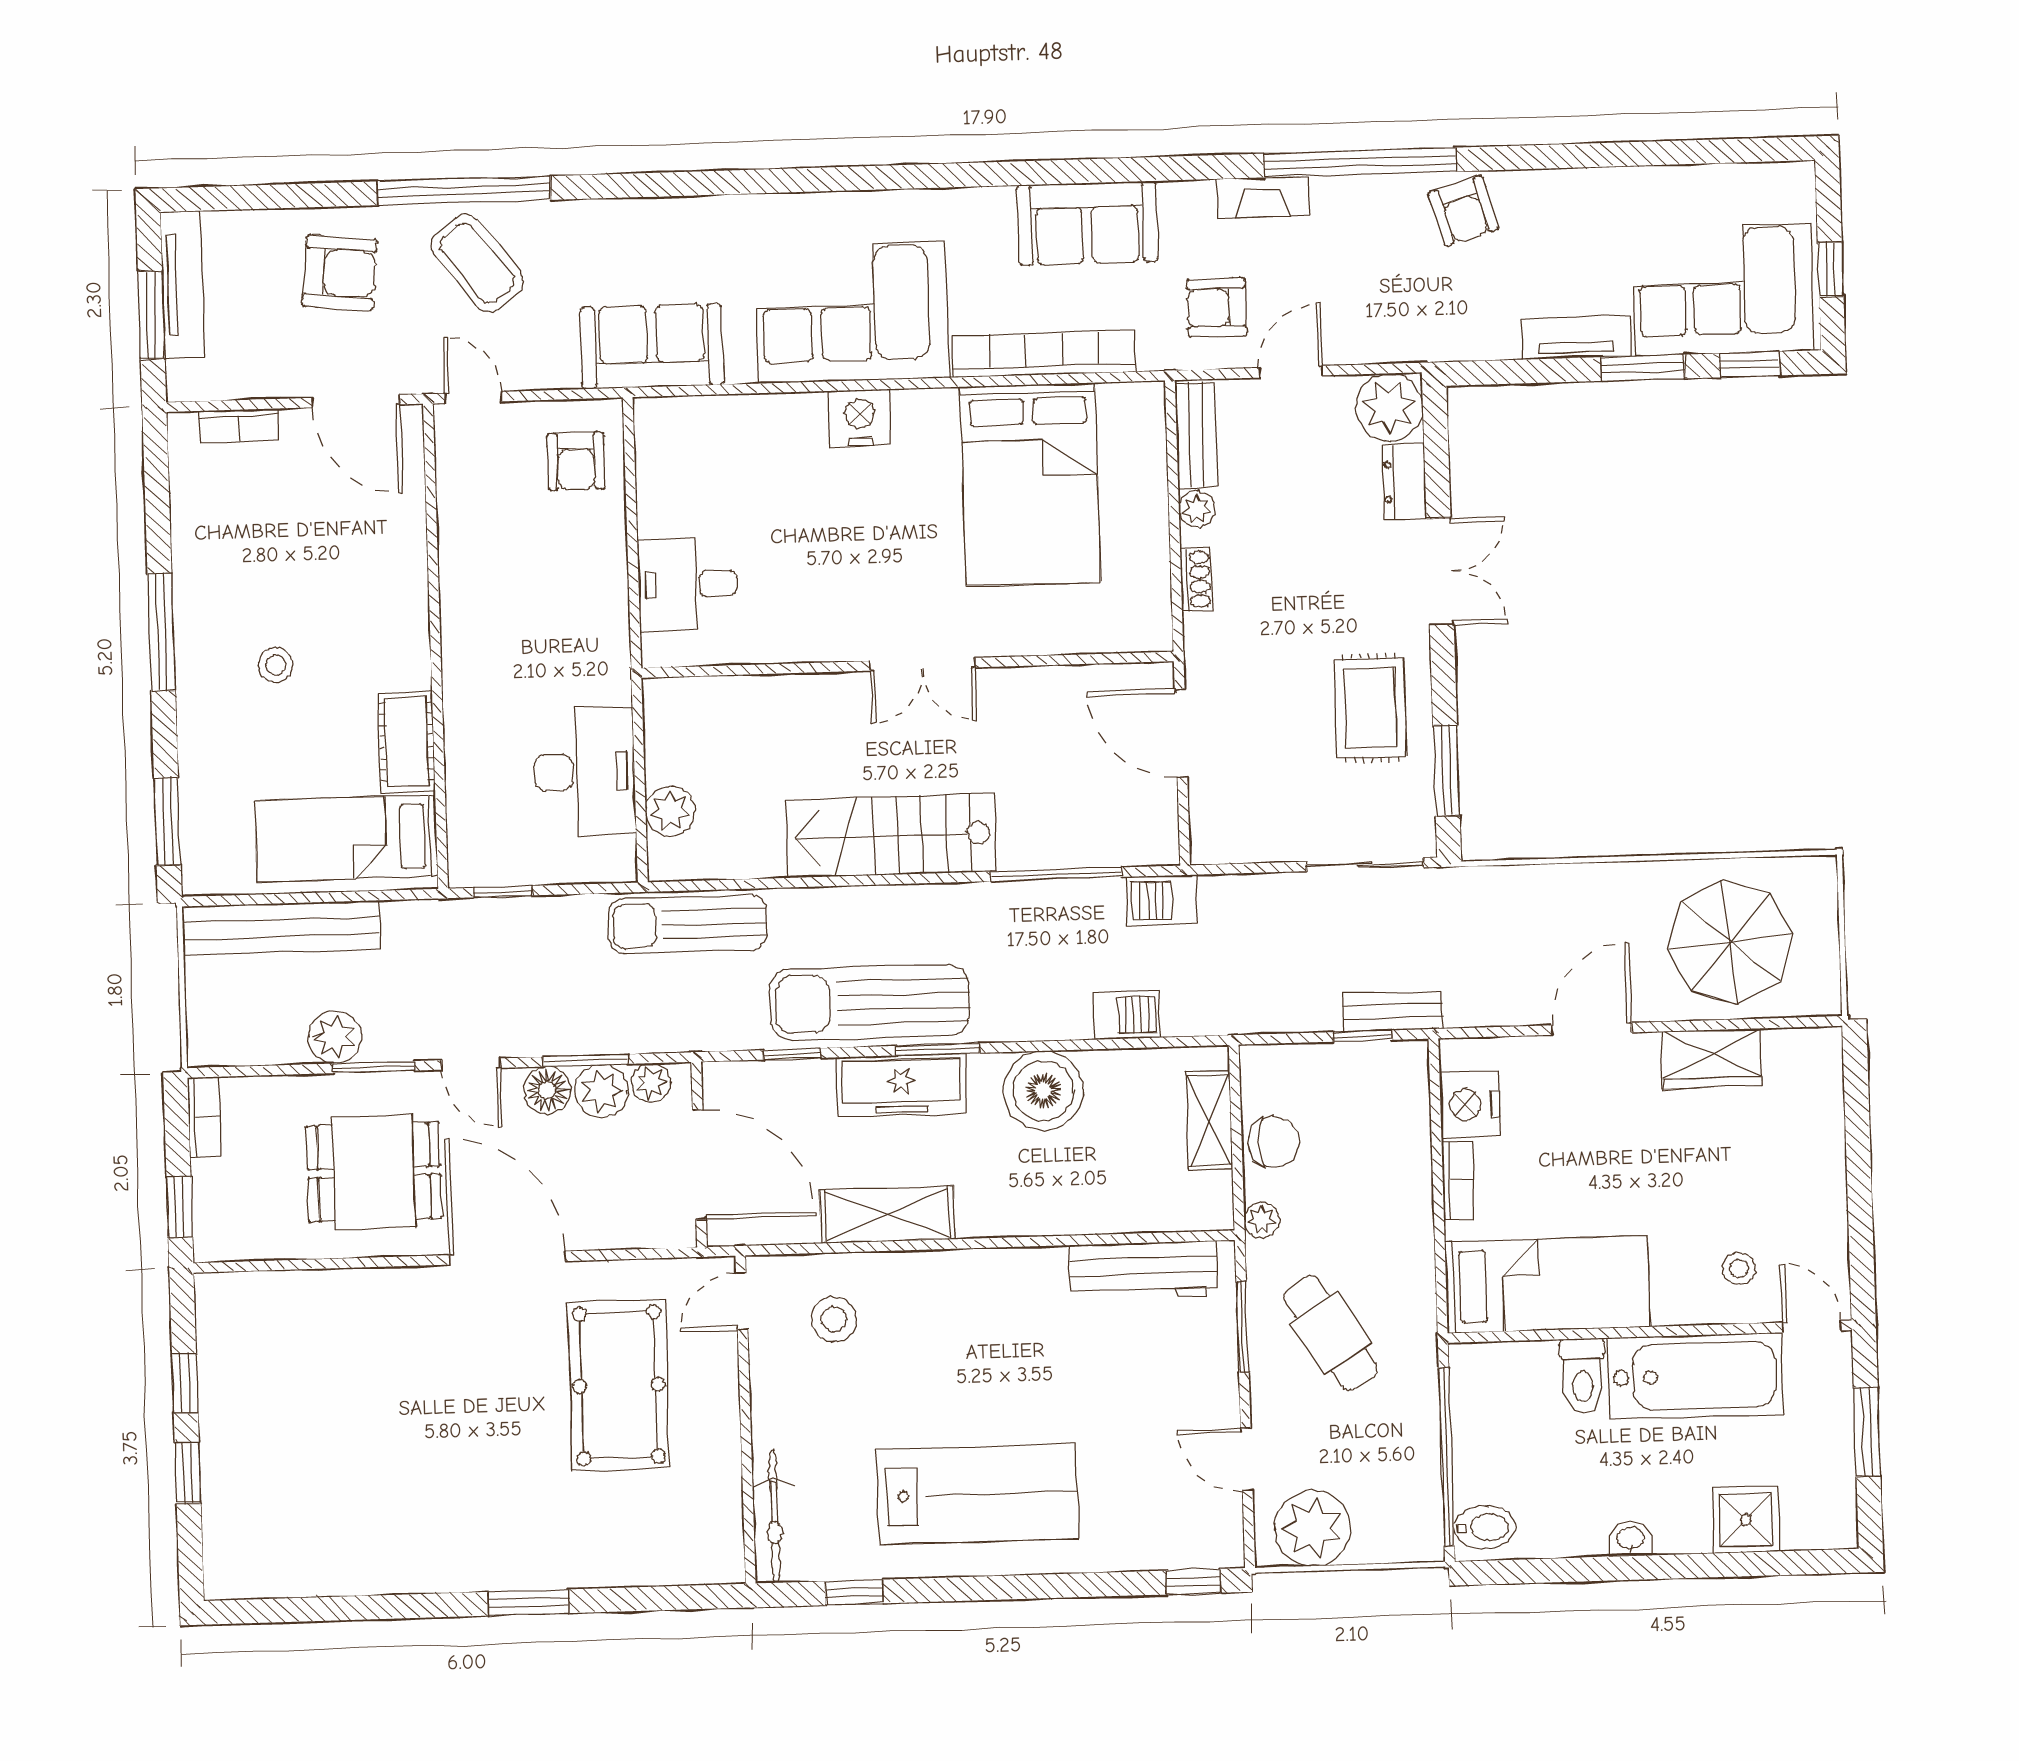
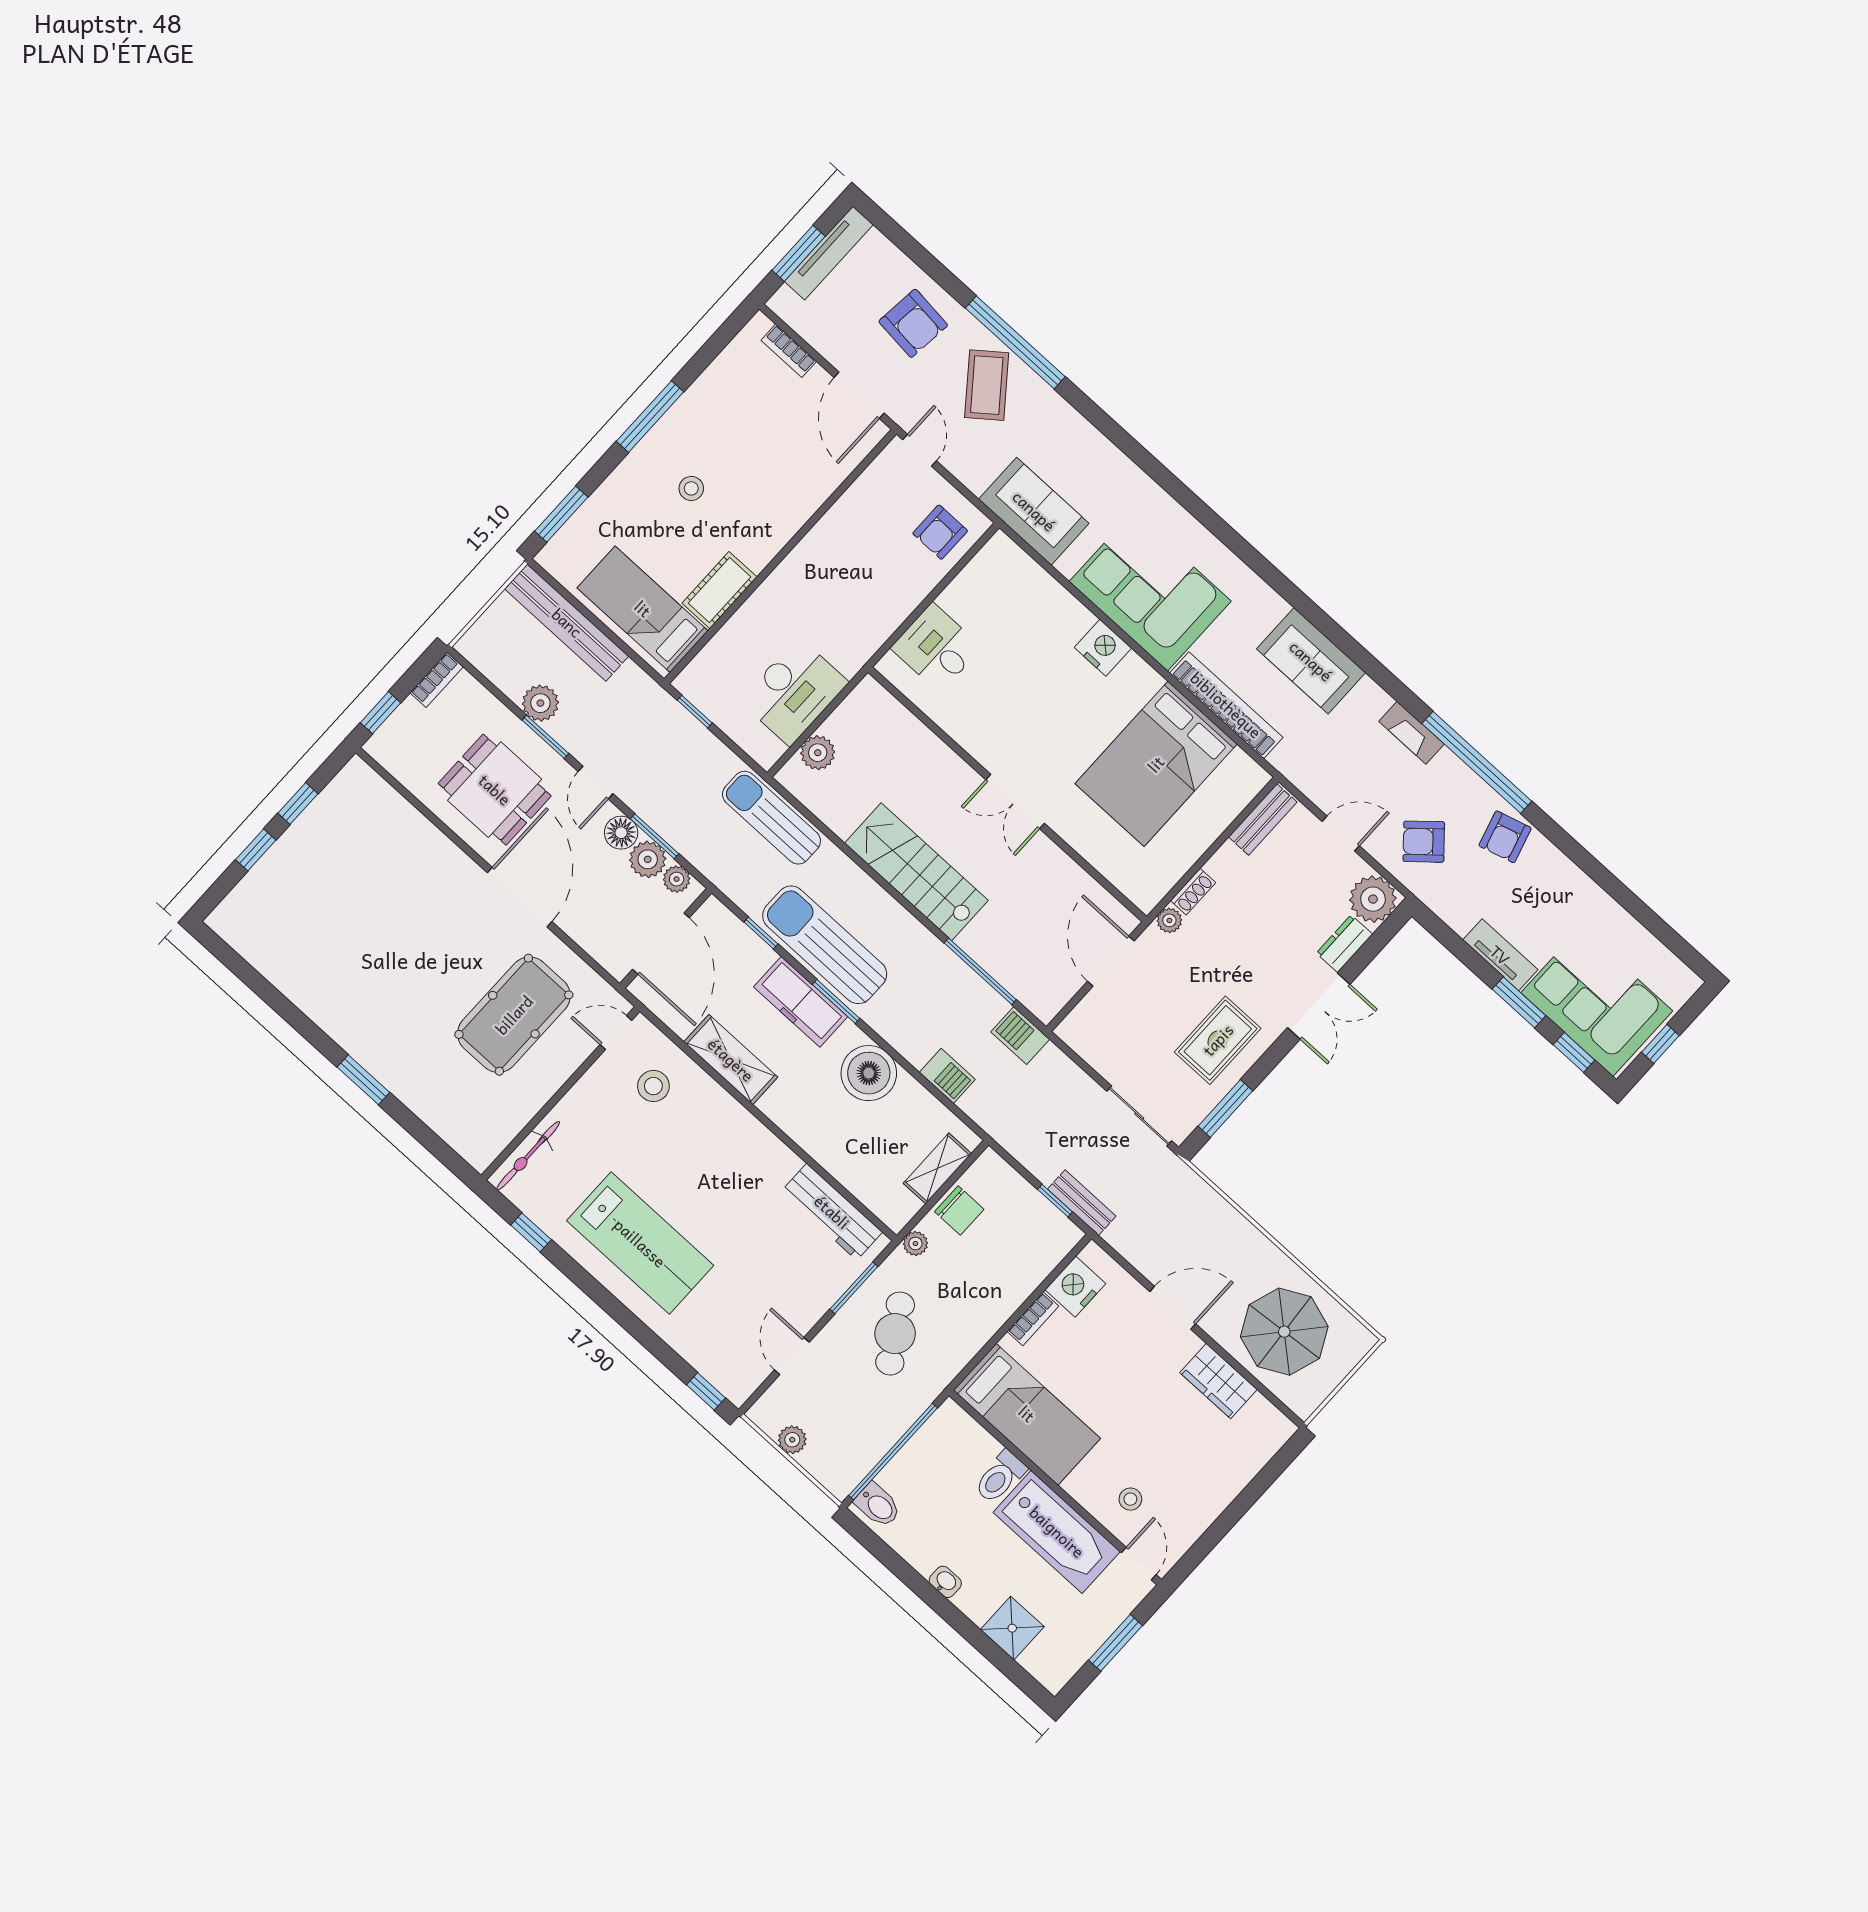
armchair: (1216, 308) -> (1424, 842), moved, turned -41
plant: (1197, 509) -> (1169, 920), moved
plant: (1312, 1528) -> (792, 1440), width x0.53, depth x0.53

